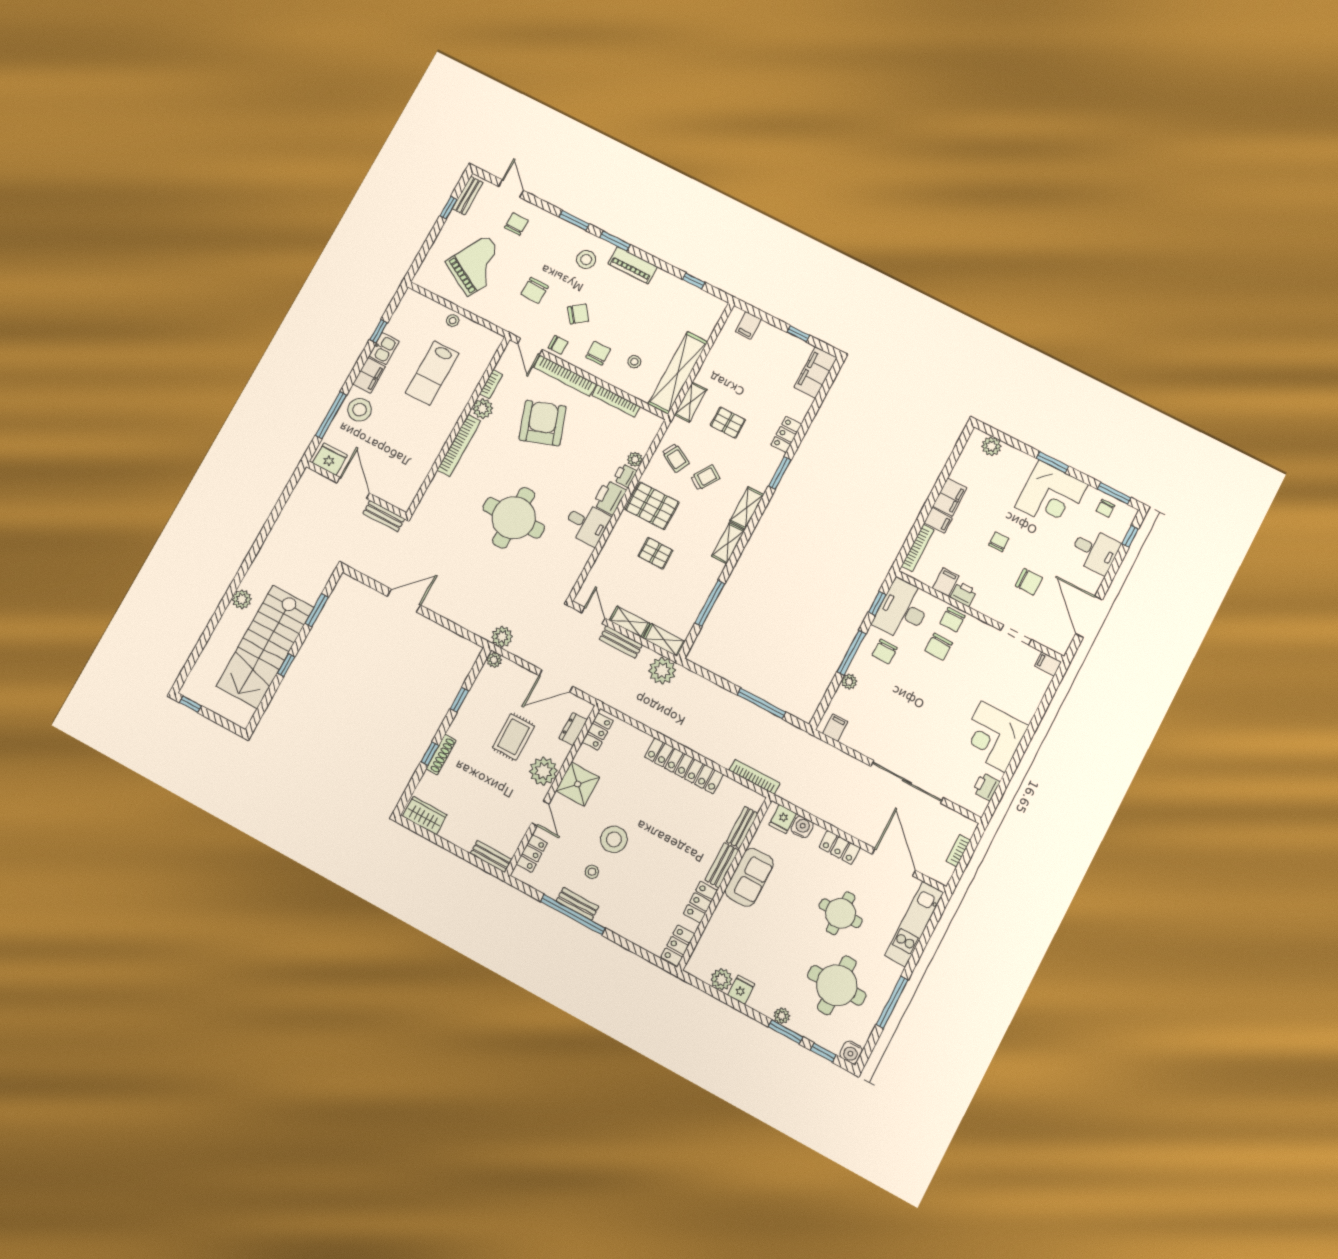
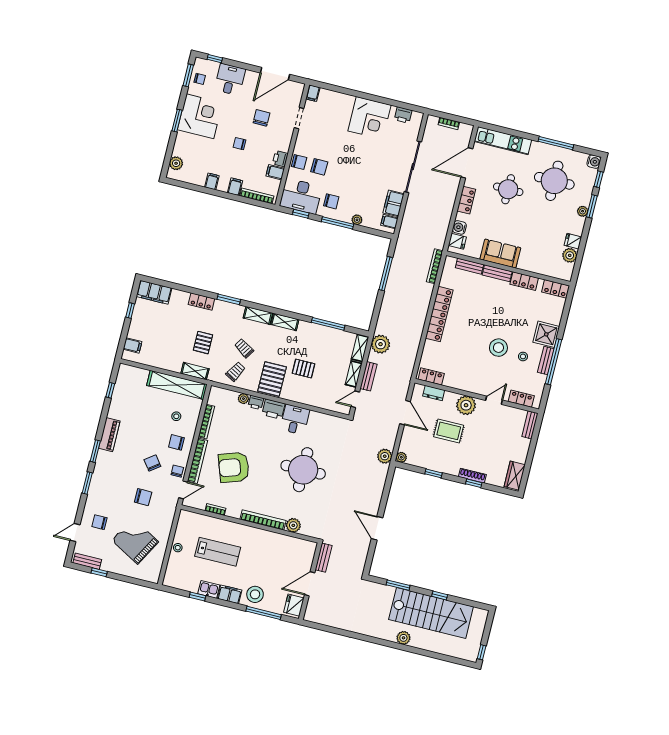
stool: (586, 260) -> (113, 468), removed
plant: (483, 409) -> (293, 525), moved
filing cabinet: (950, 497) -> (212, 181), width x0.50
pallet: (656, 553) -> (303, 369), turned 90
filing cabinet: (860, 740) -> (394, 203), added
shower: (578, 784) -> (546, 334), moved

